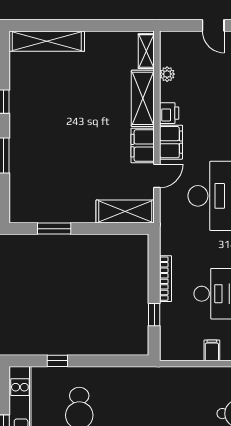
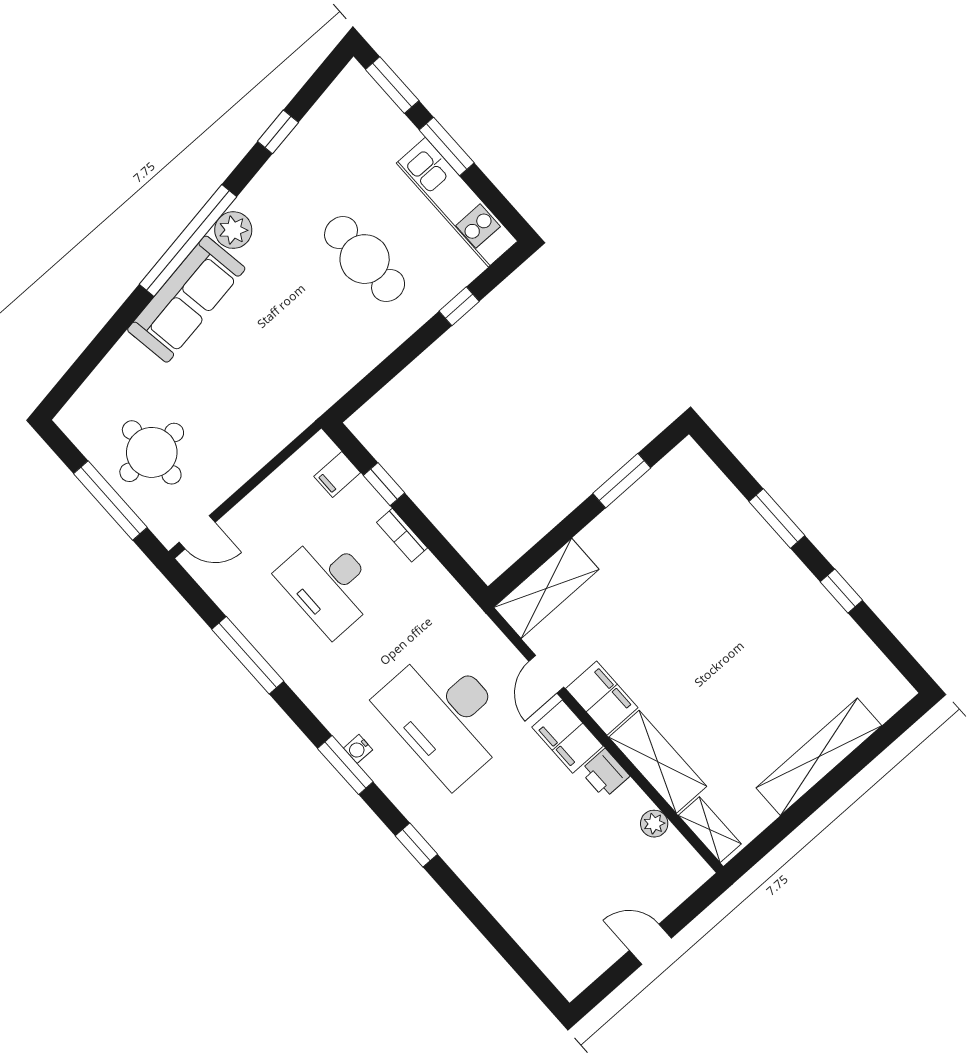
shelving: (47, 41) -> (819, 757), moved
bookcase: (165, 279) -> (402, 535), width x0.64
filing cabinet: (212, 350) -> (337, 475), moved, turned 90

